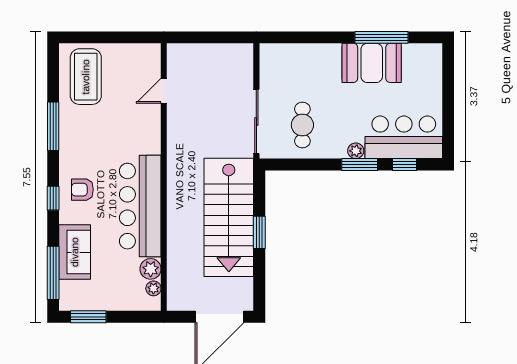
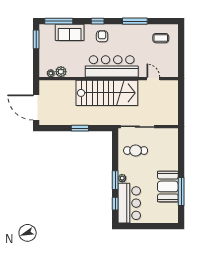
coffee table: (86, 77) -> (161, 38), width x0.54, depth x0.58
bar counter: (140, 206) -> (112, 66), moved
stairs: (229, 217) -> (107, 93), moved, turned 180

